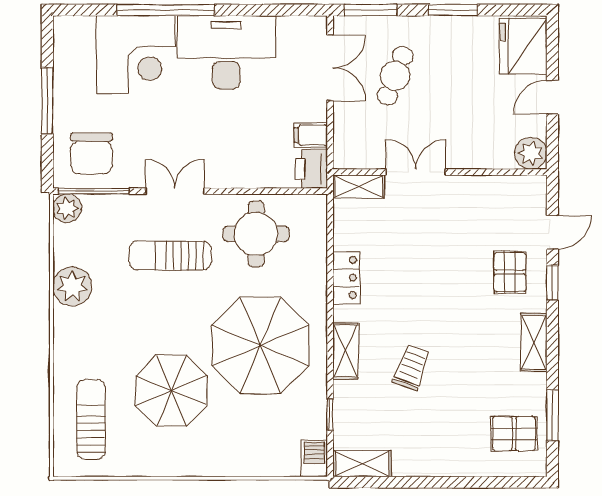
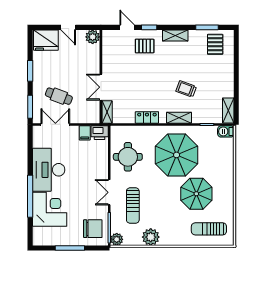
sun lounger: (170, 256) -> (133, 206), moved

